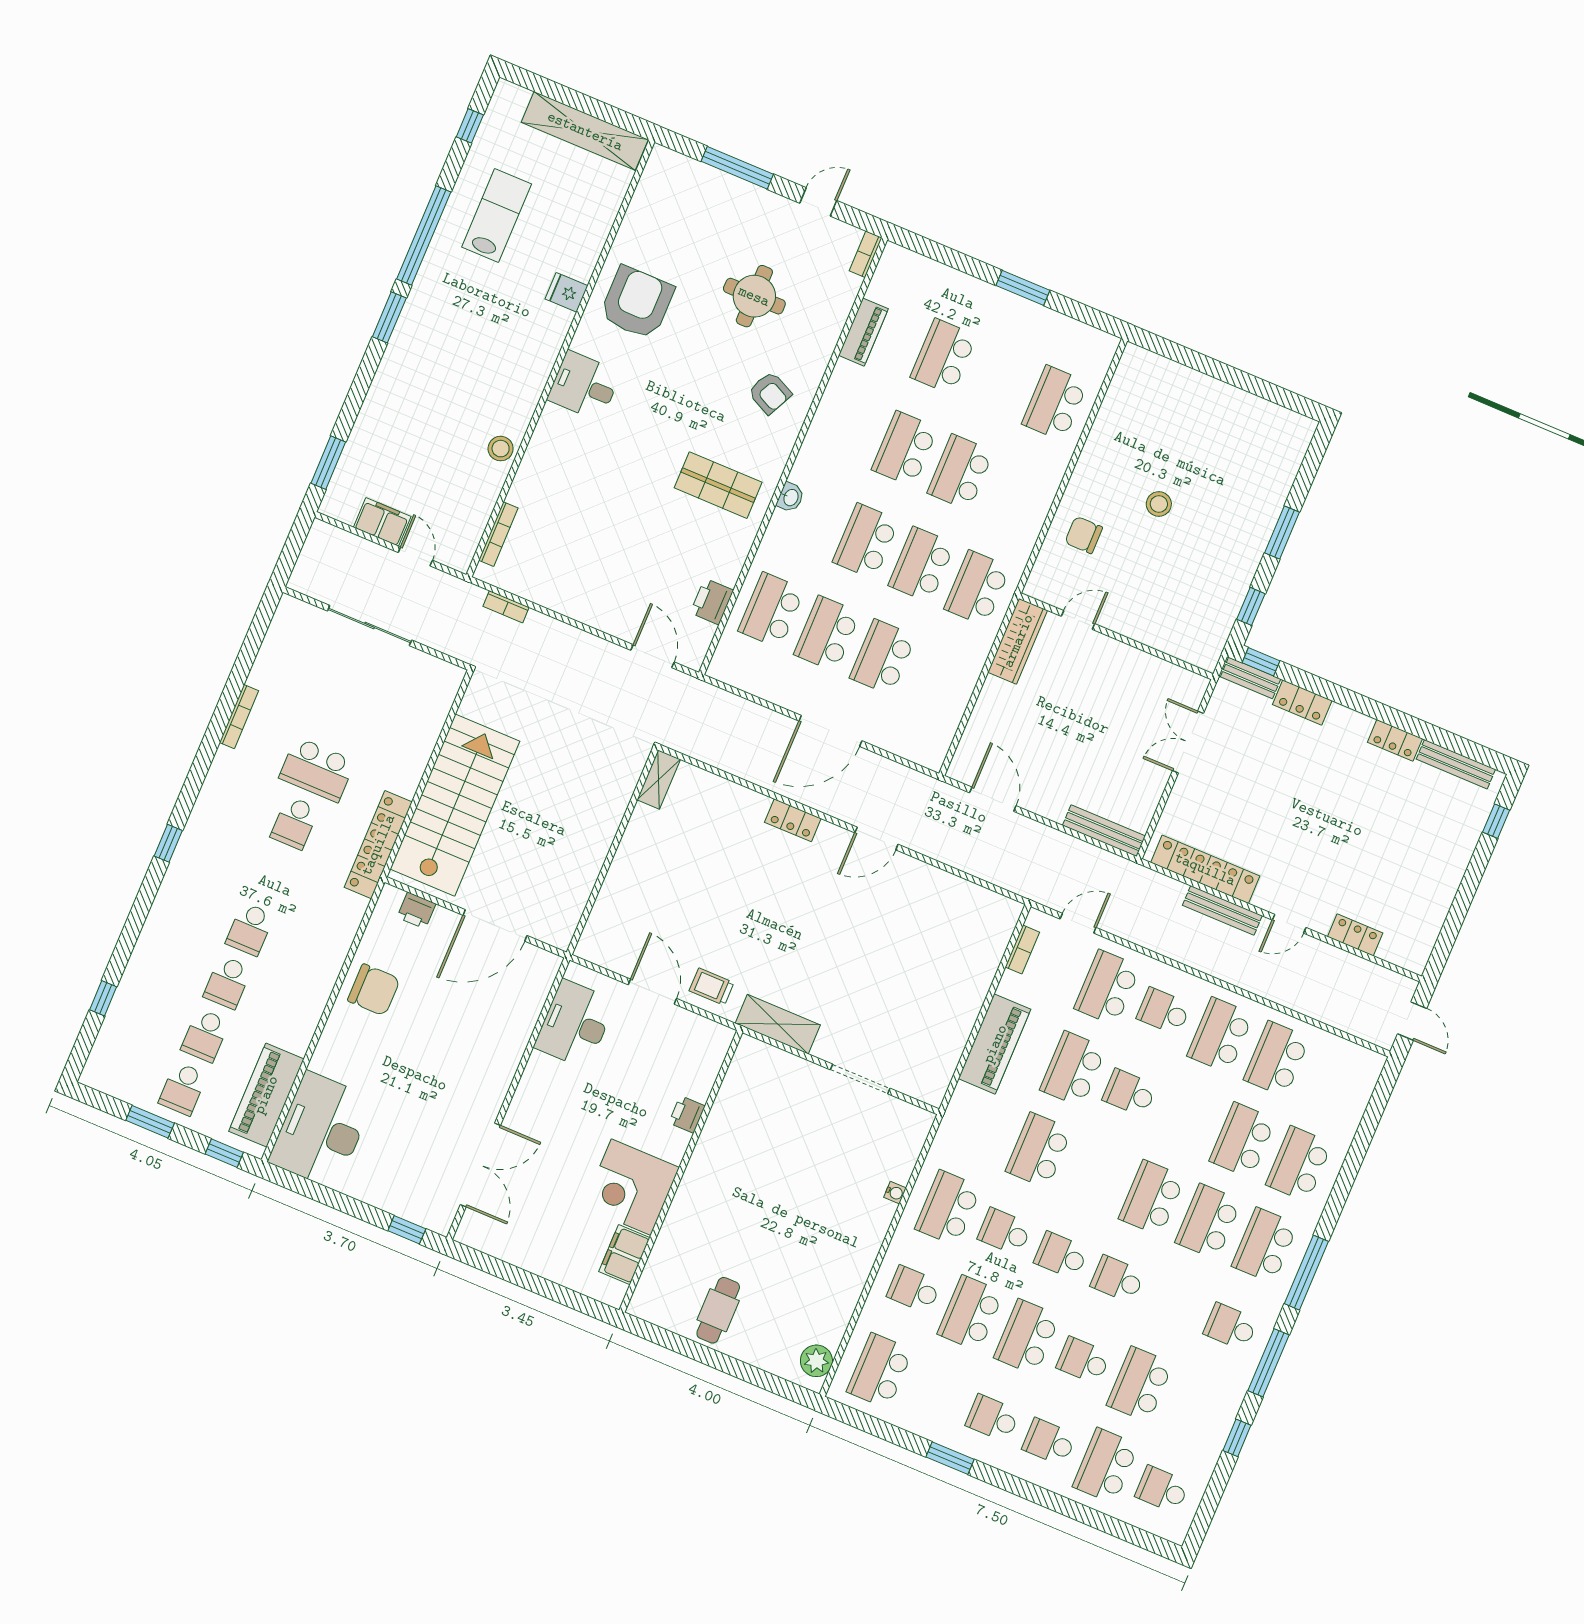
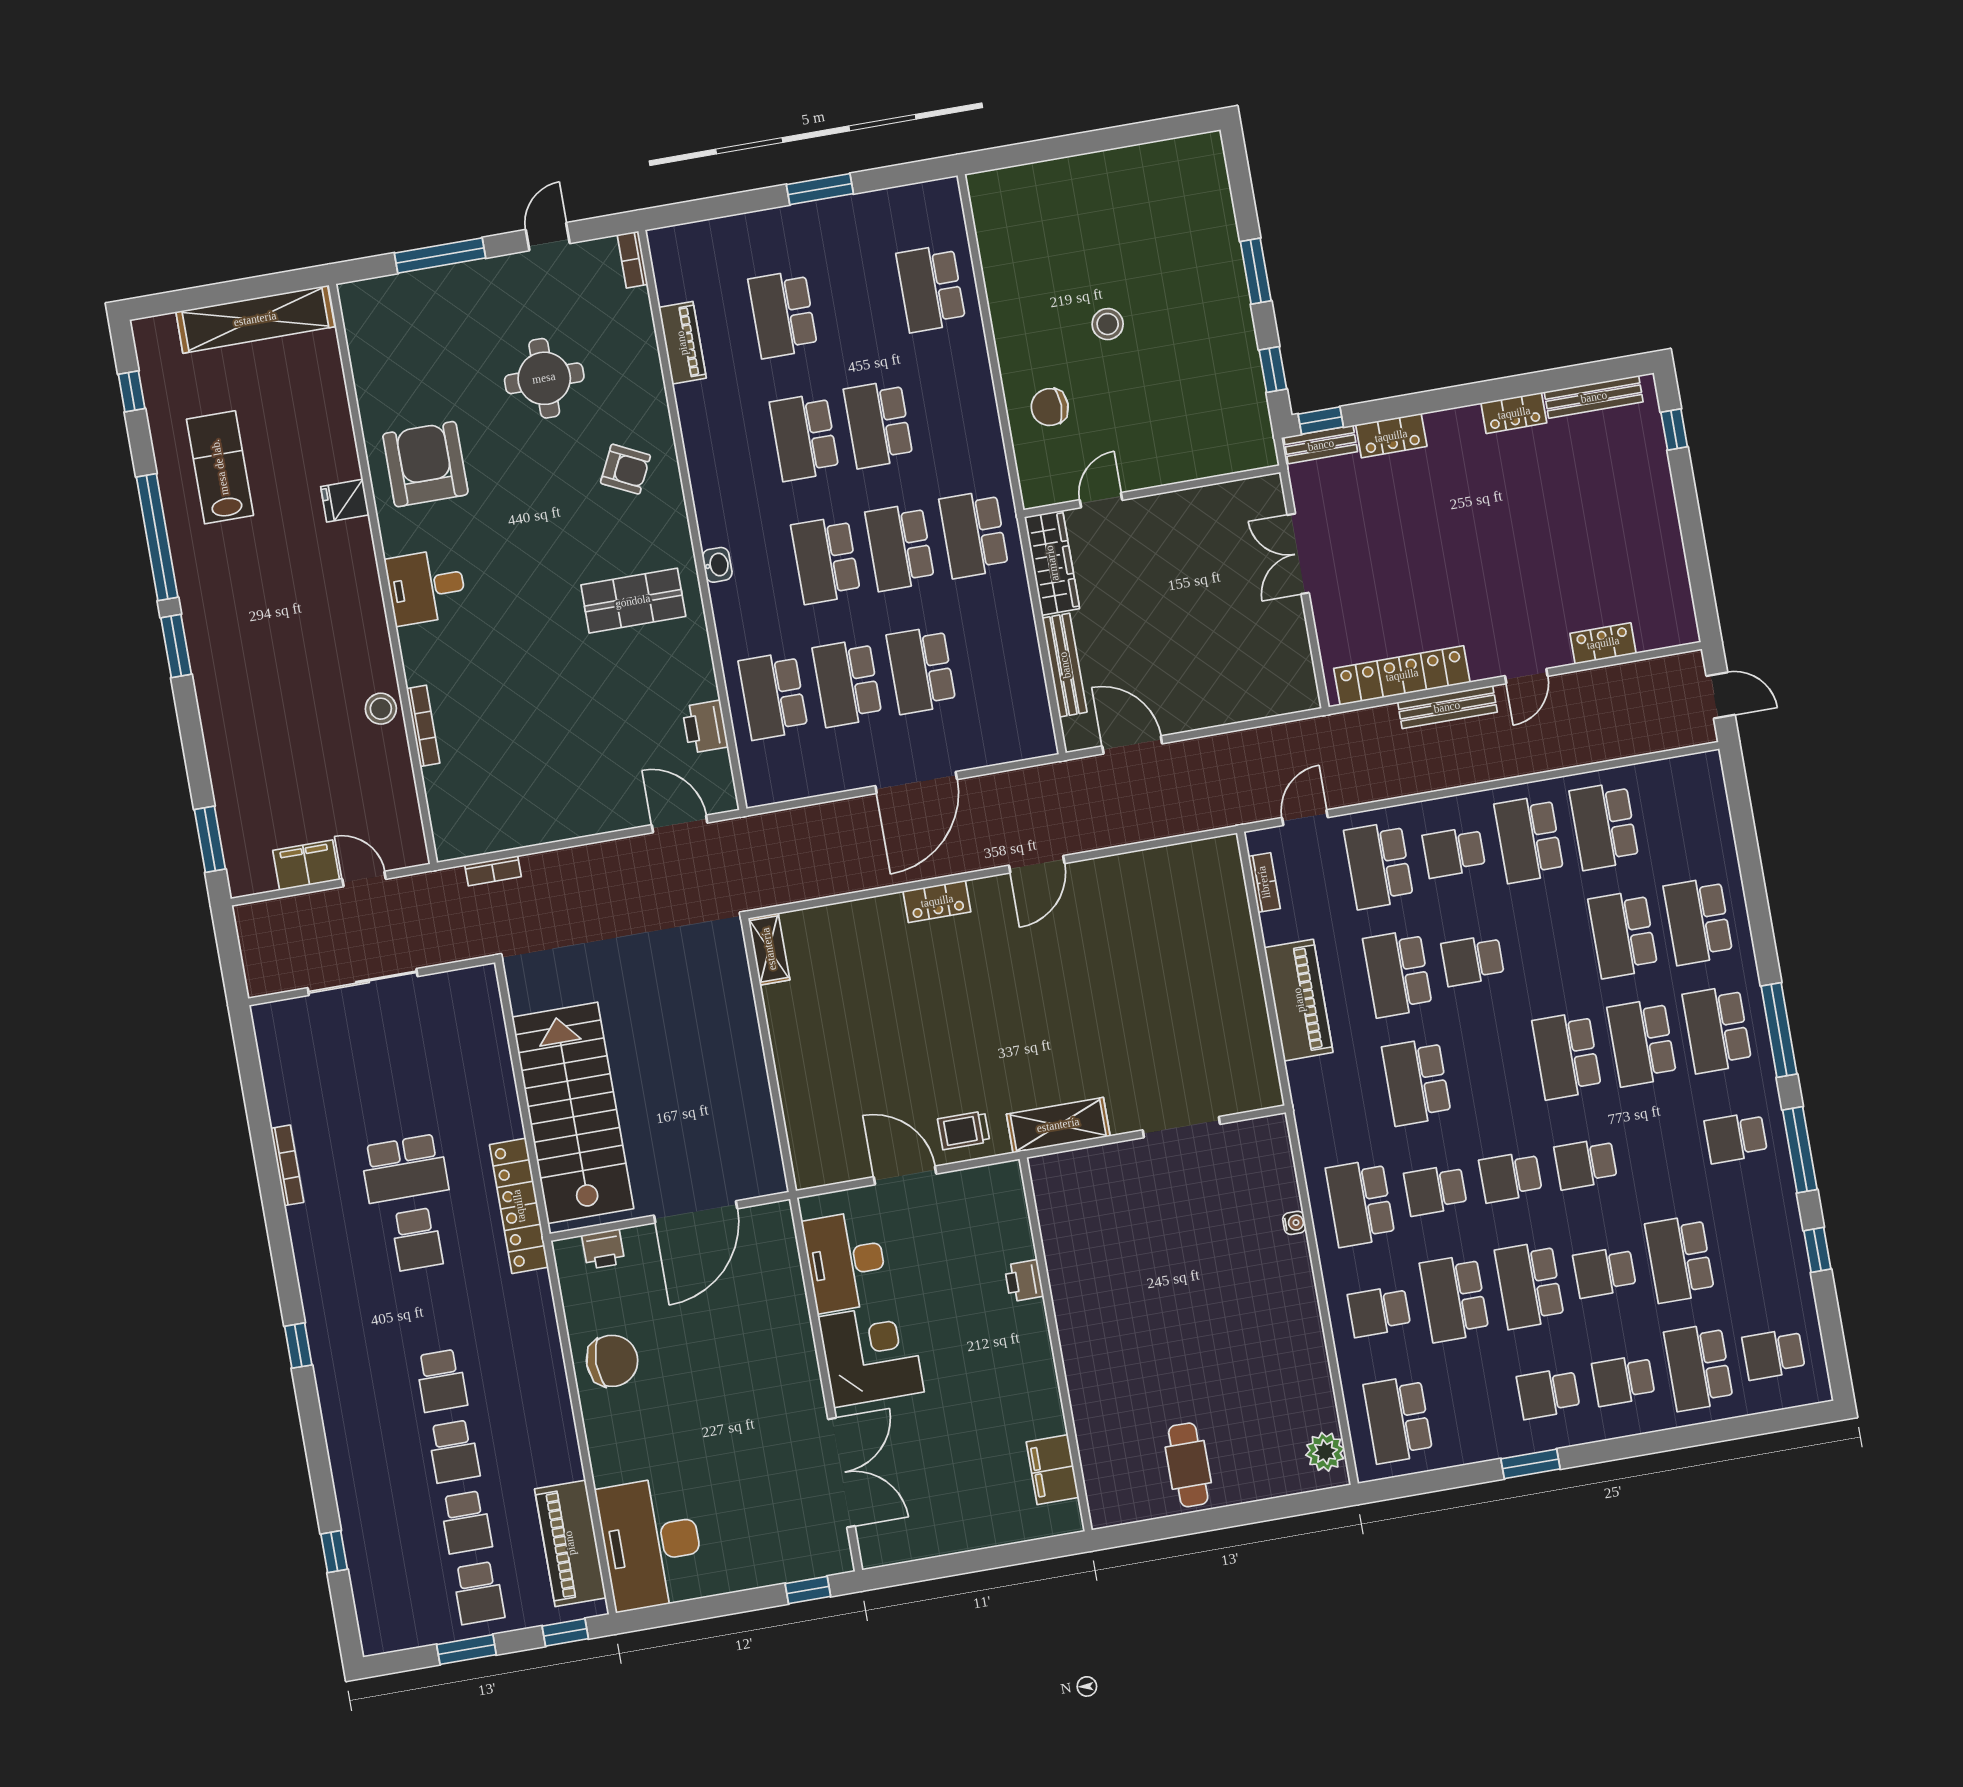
bookcase: (498, 534) -> (423, 726), moved
bench: (1104, 831) -> (1065, 665), moved, turned 90
corner desk: (631, 1187) -> (871, 1354), moved, turned 180

